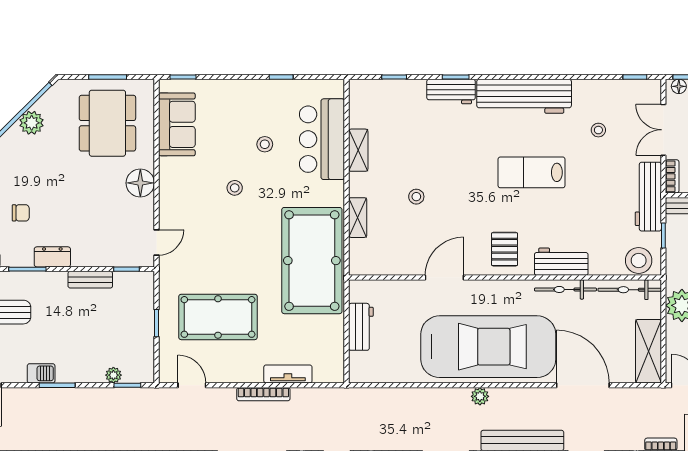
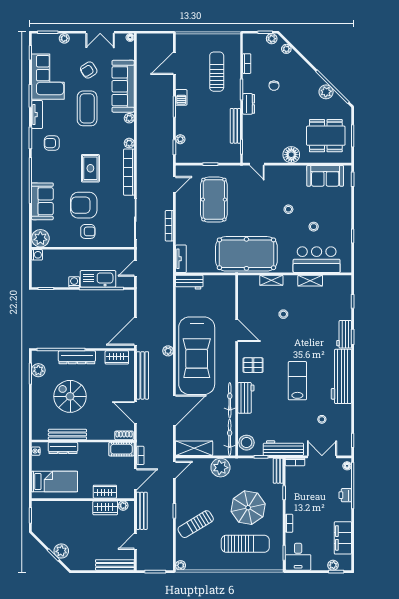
bench: (90, 280) -> (235, 126), width x1.36
workbench: (361, 327) -> (189, 282), moved
tv unit: (288, 374) -> (181, 259), moved

